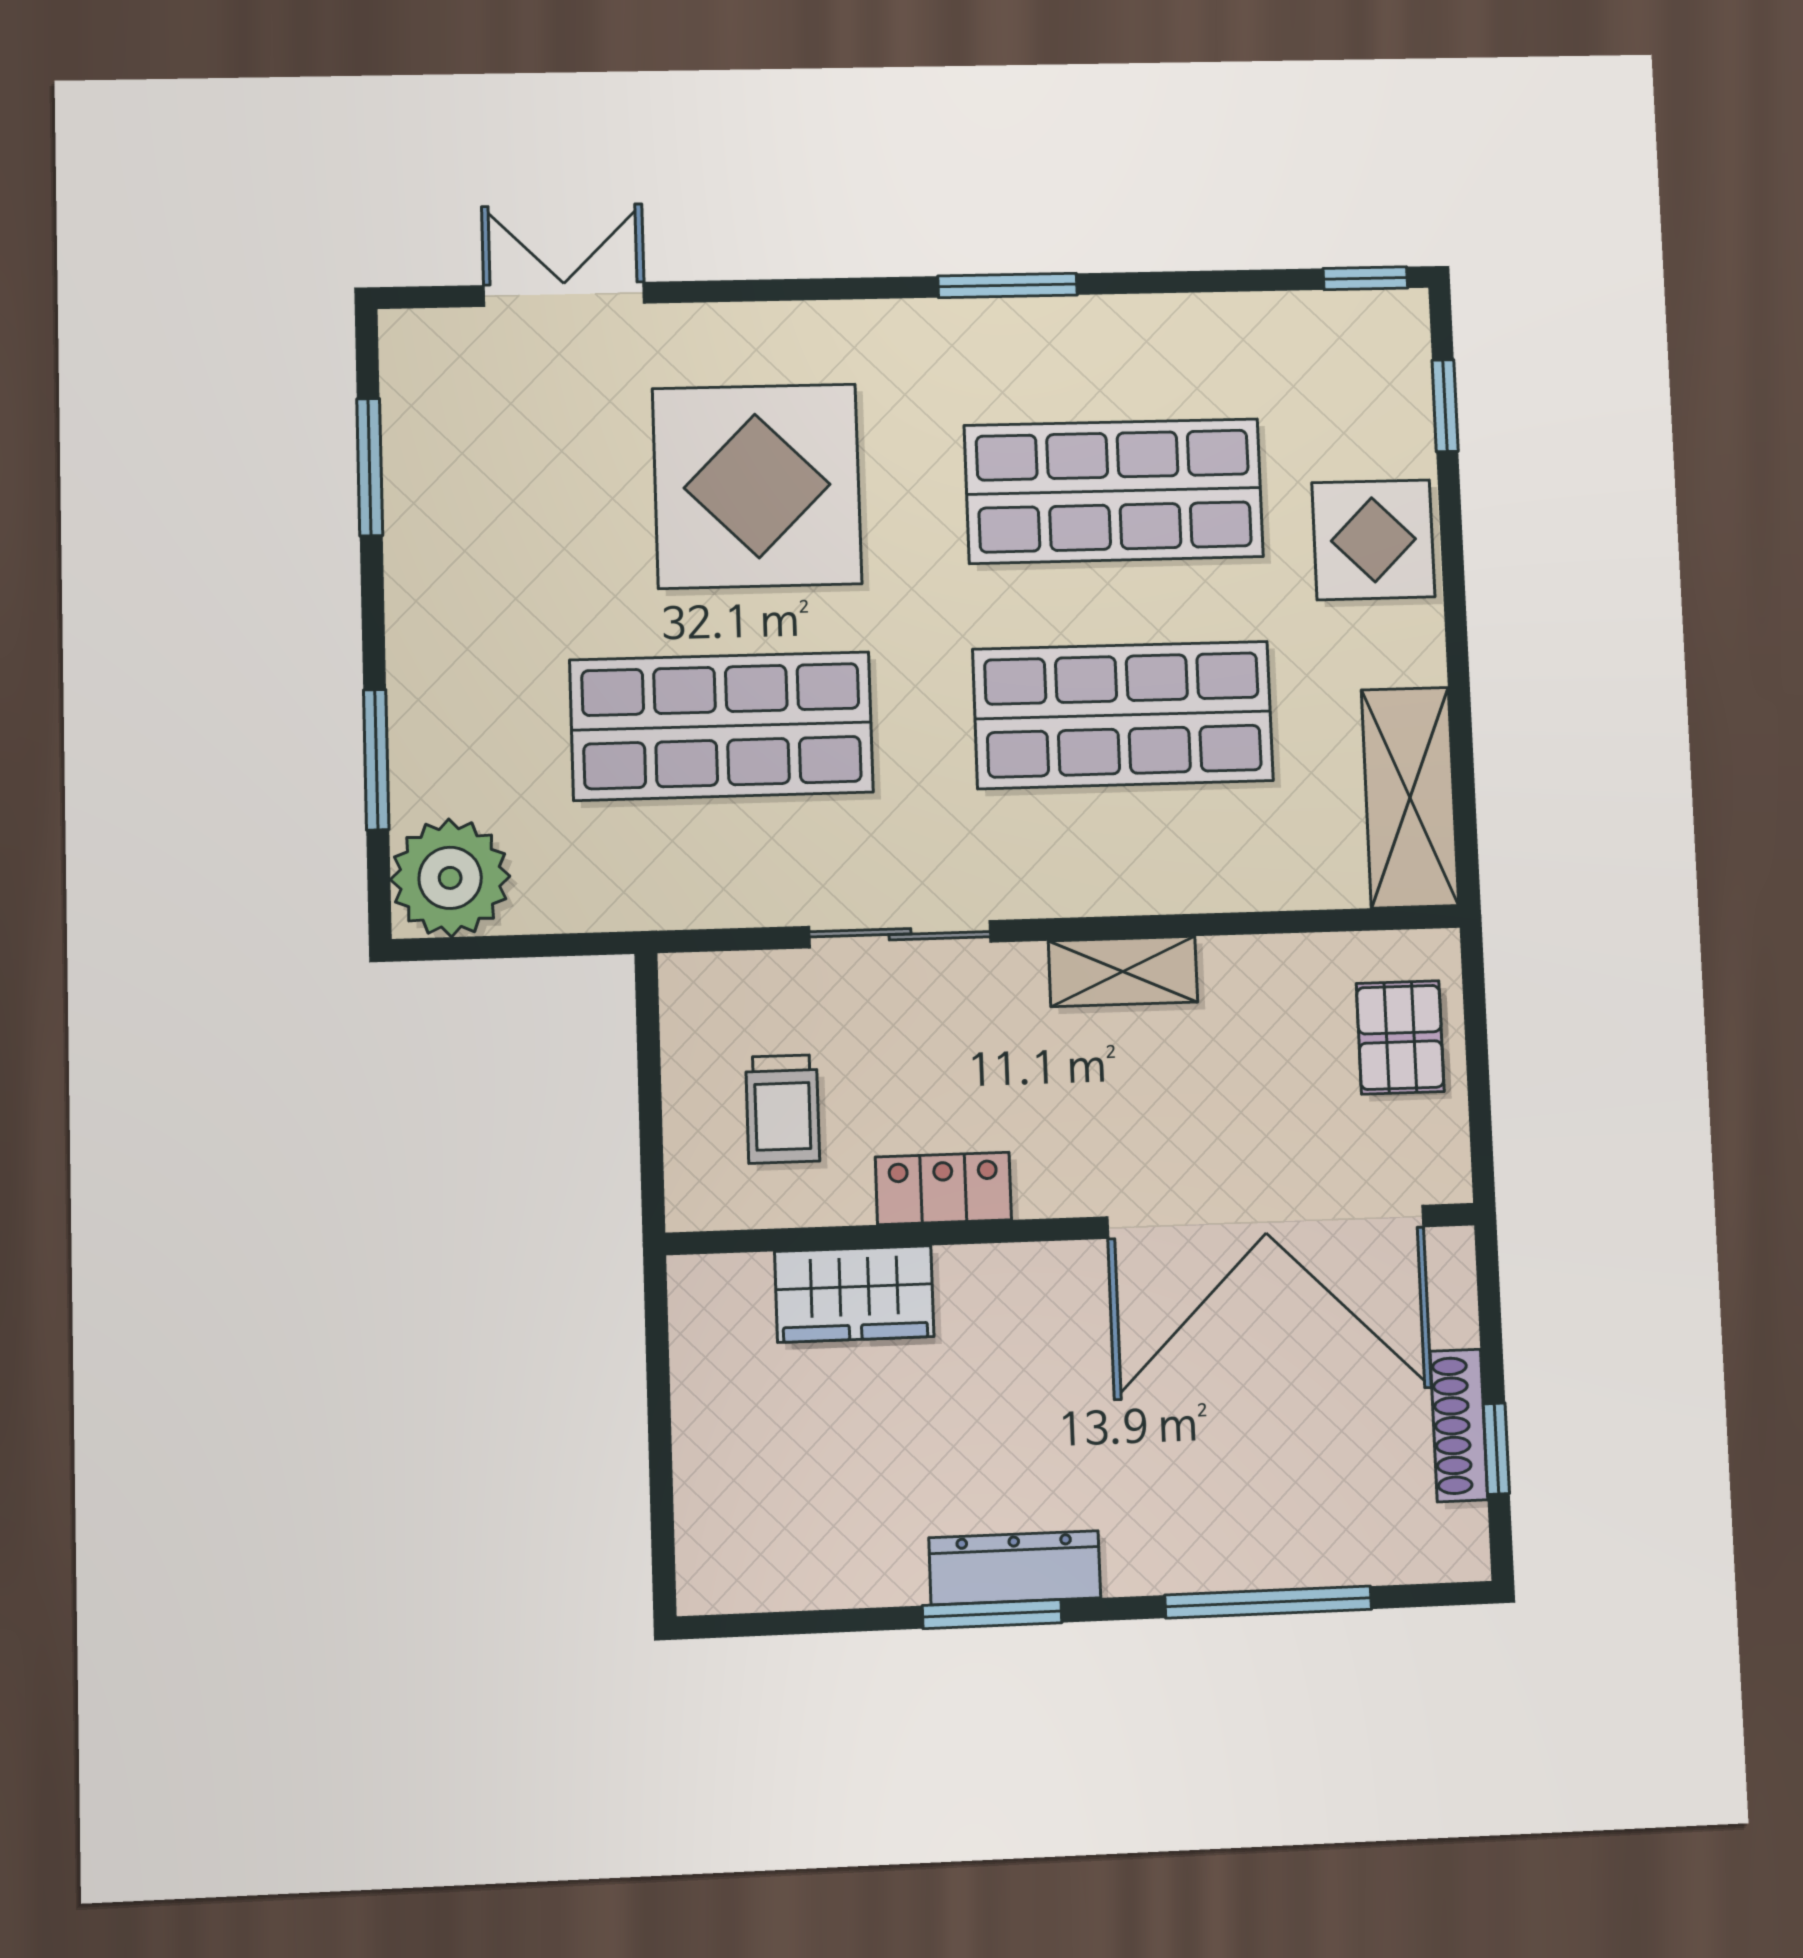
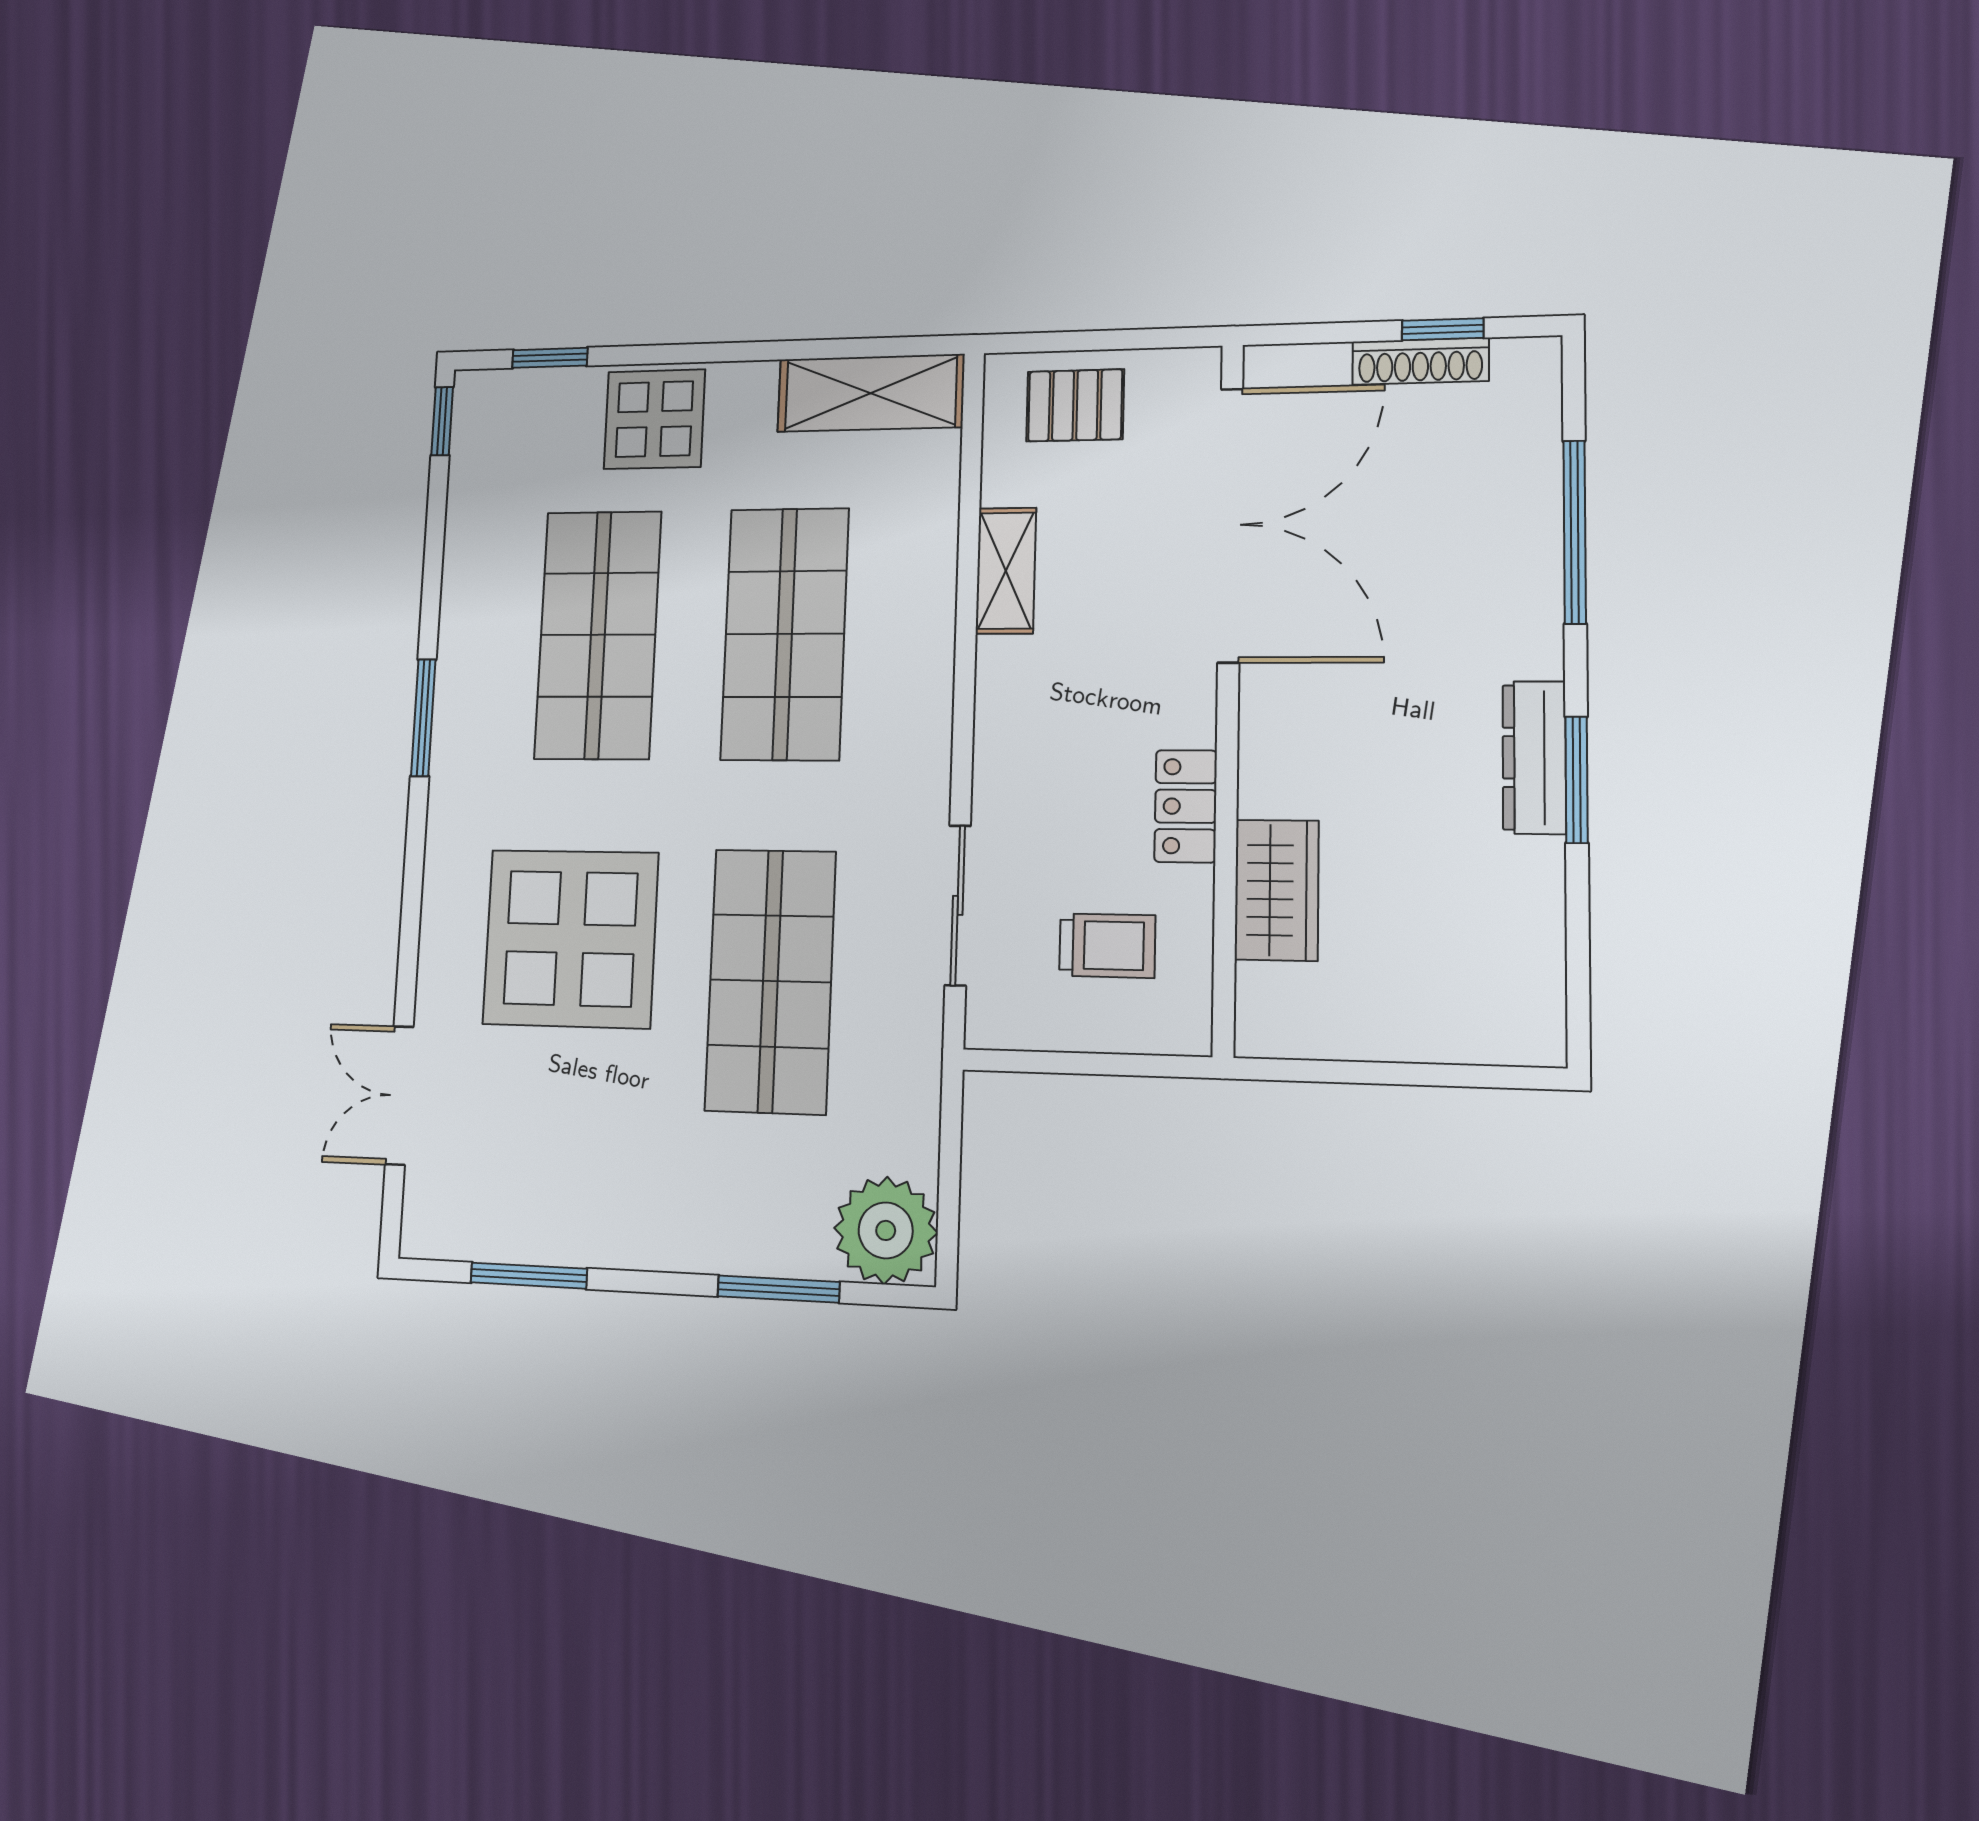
sliding door: (900, 934) -> (958, 905), moved
shelving: (1123, 971) -> (1006, 571), moved

